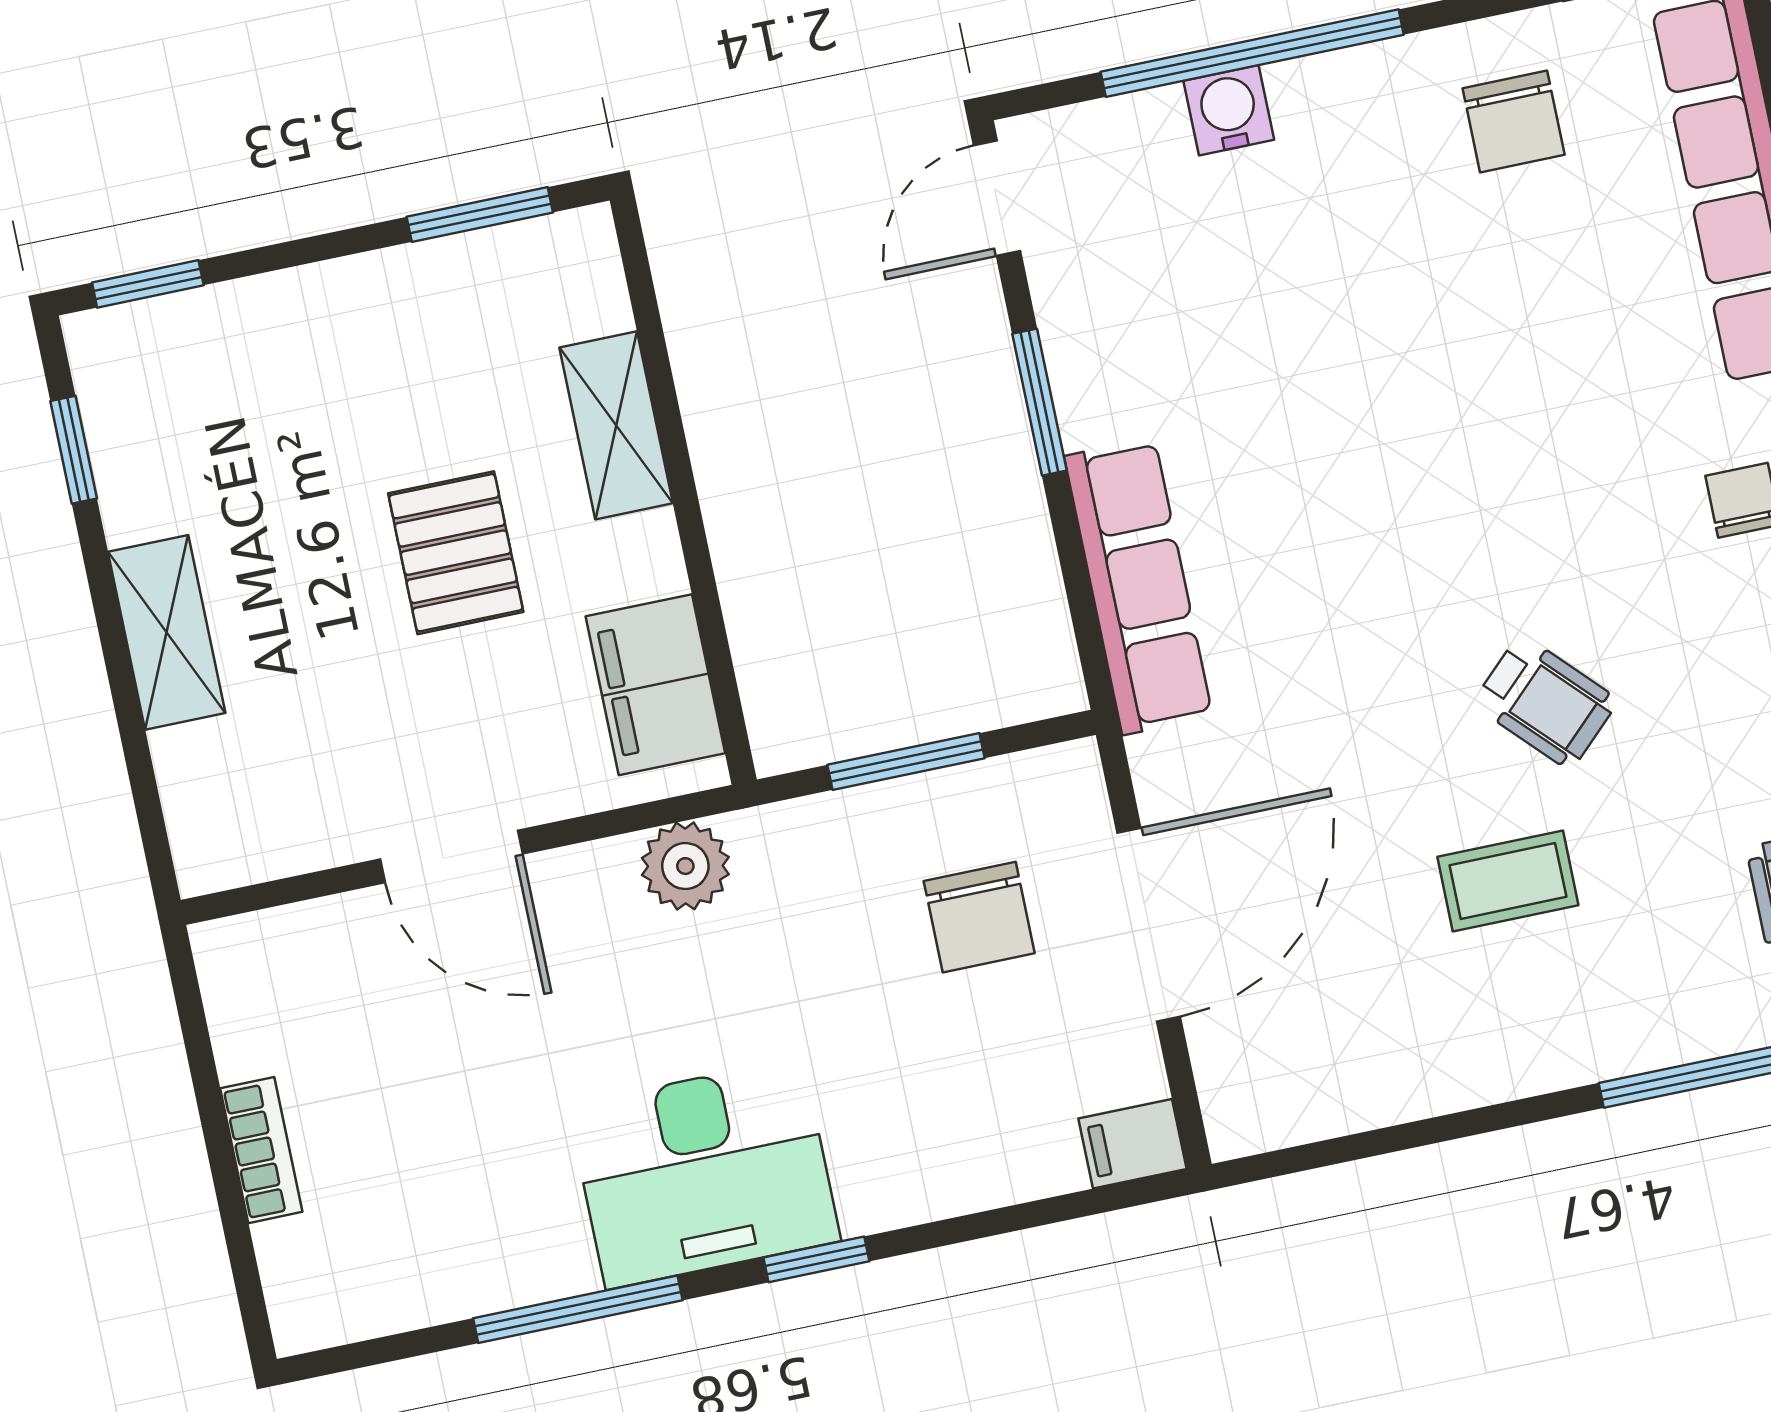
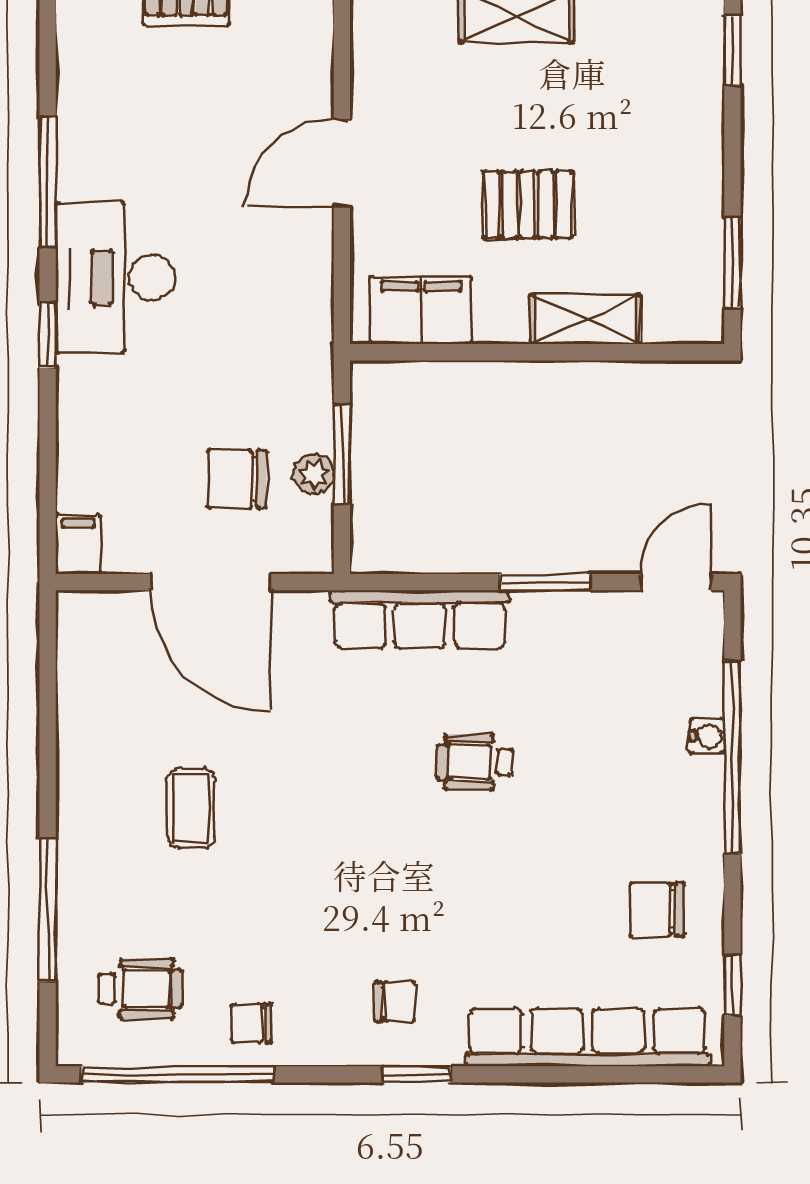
water cooler: (1229, 110) -> (707, 736), width x0.72, depth x0.72
door: (997, 198) -> (676, 582), hinge flipped
wheelchair: (1545, 702) -> (475, 762), moved, turned 44
plant: (685, 866) -> (314, 474), moved, width x0.73, depth x0.73

